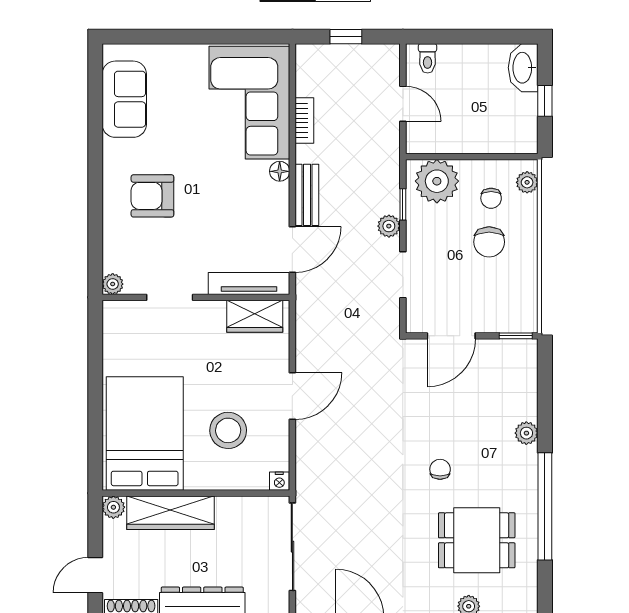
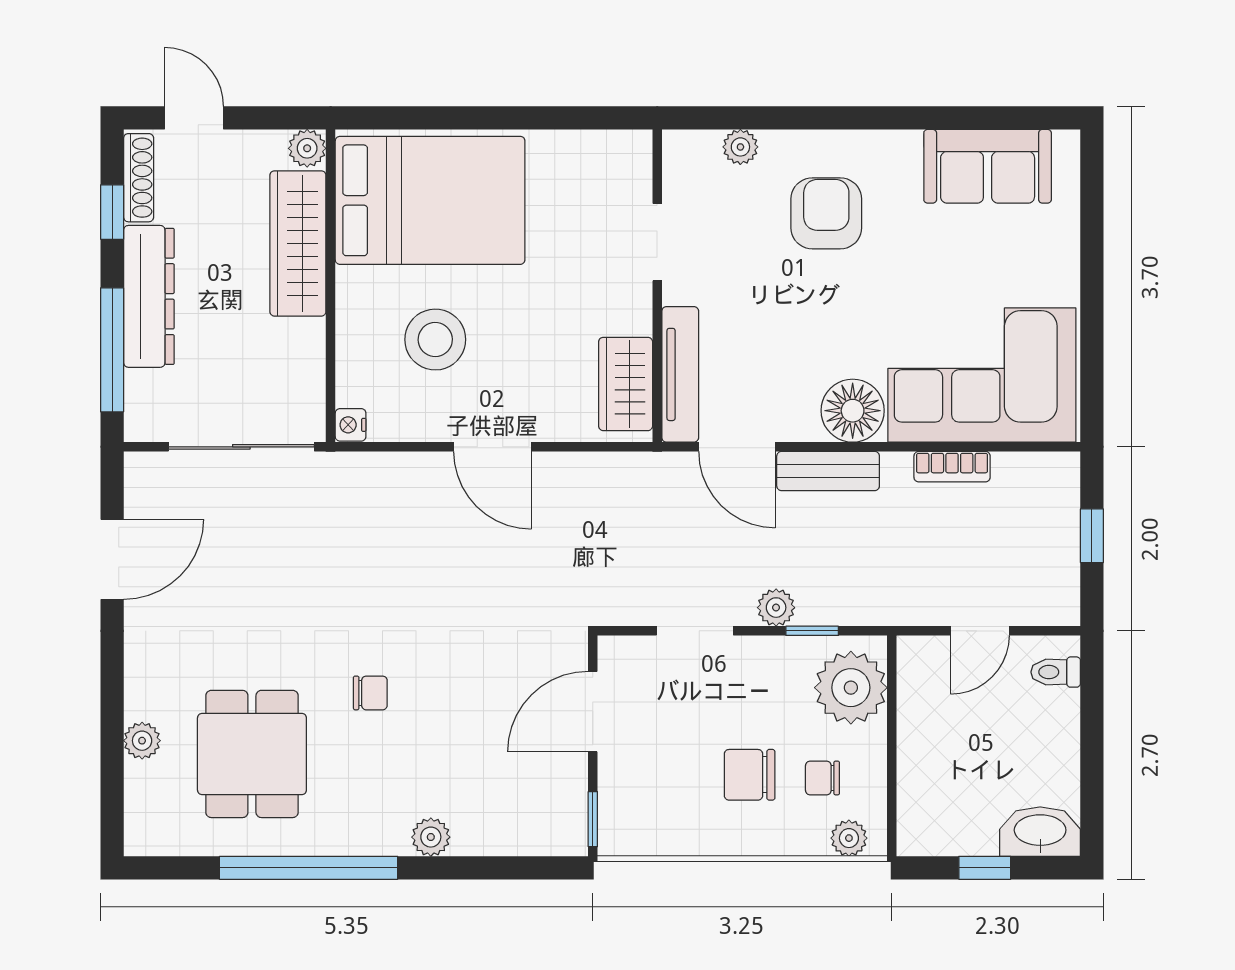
floor lamp: (280, 171) -> (853, 411), width x1.89, depth x1.89
plant: (113, 284) -> (740, 147), moved
door: (451, 336) -> (593, 712), hinge flipped

